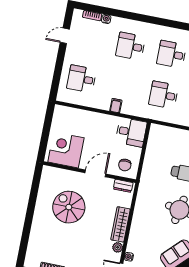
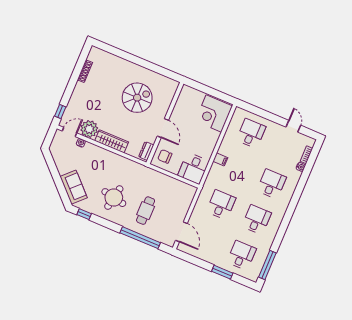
corner desk: (66, 150) -> (214, 114), moved, turned 180
plant: (118, 247) -> (89, 129), width x1.87, depth x1.87

